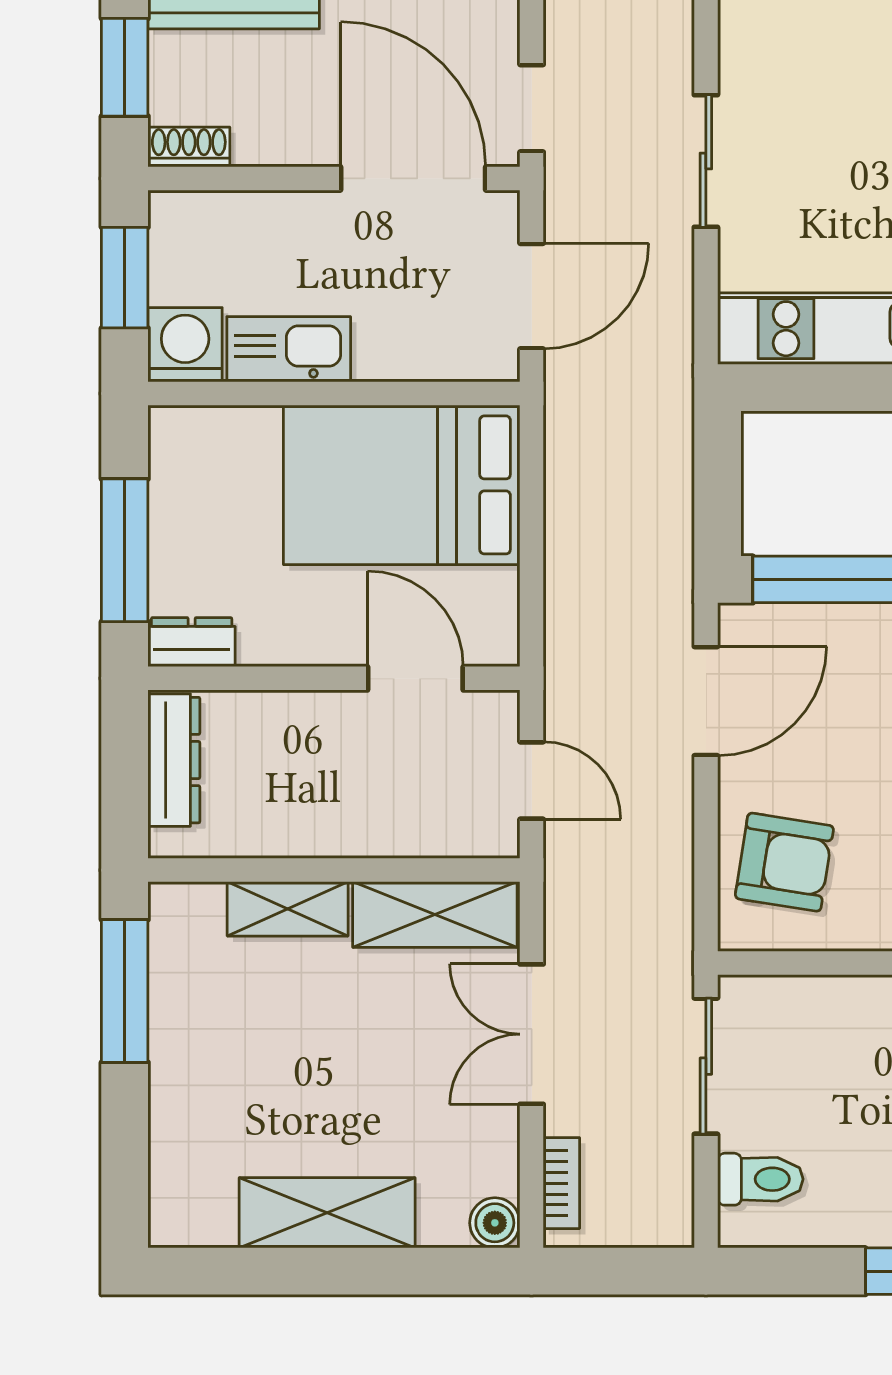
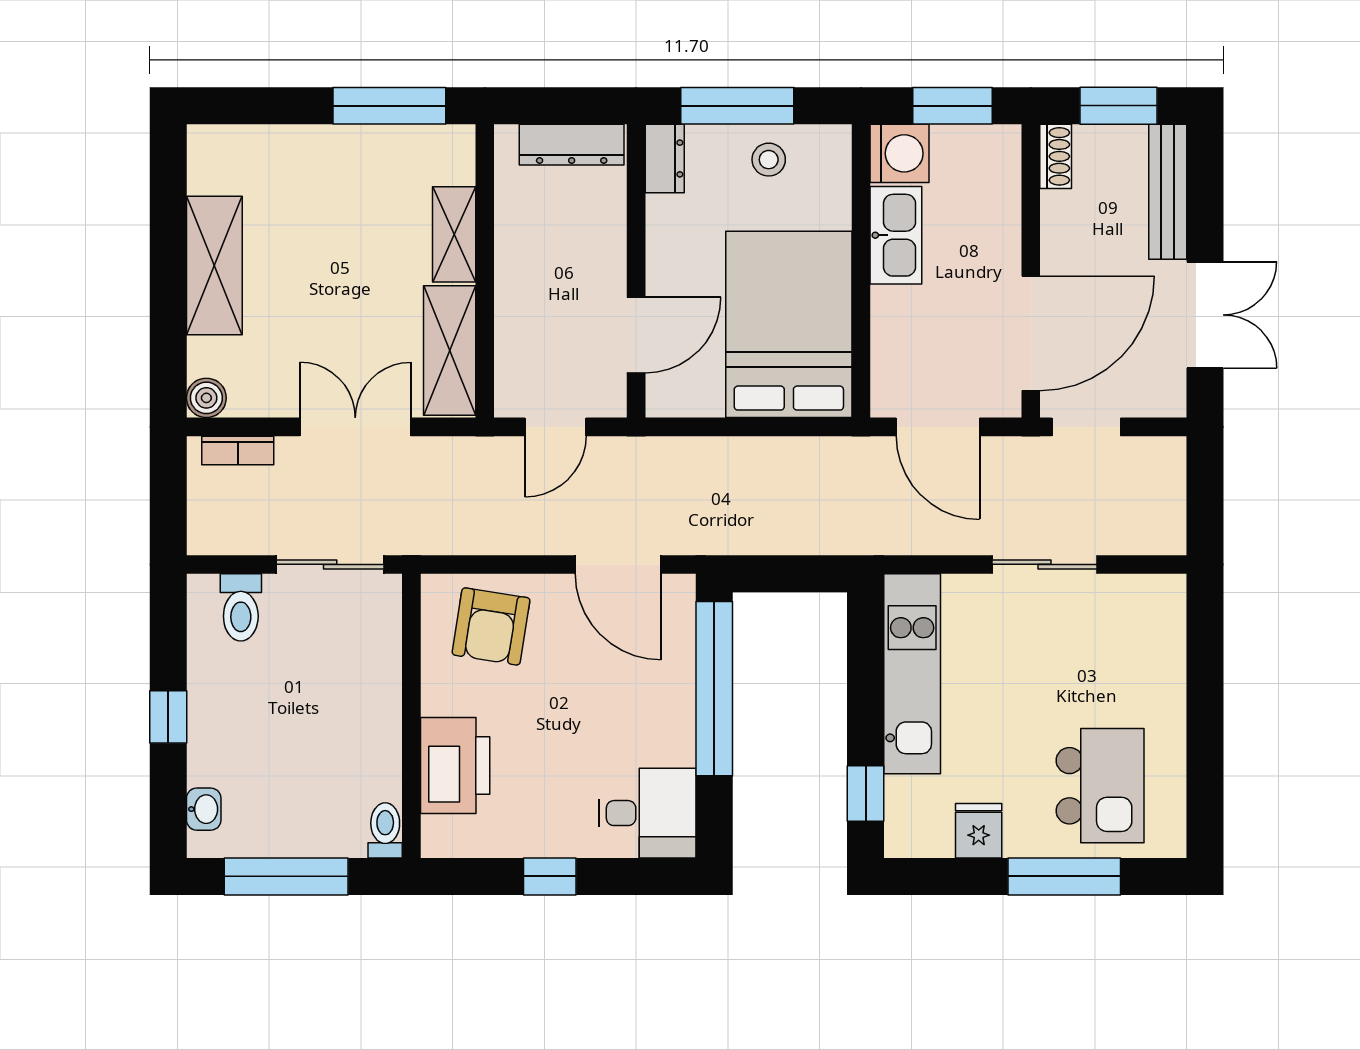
stool: (193, 510) -> (769, 160), added

